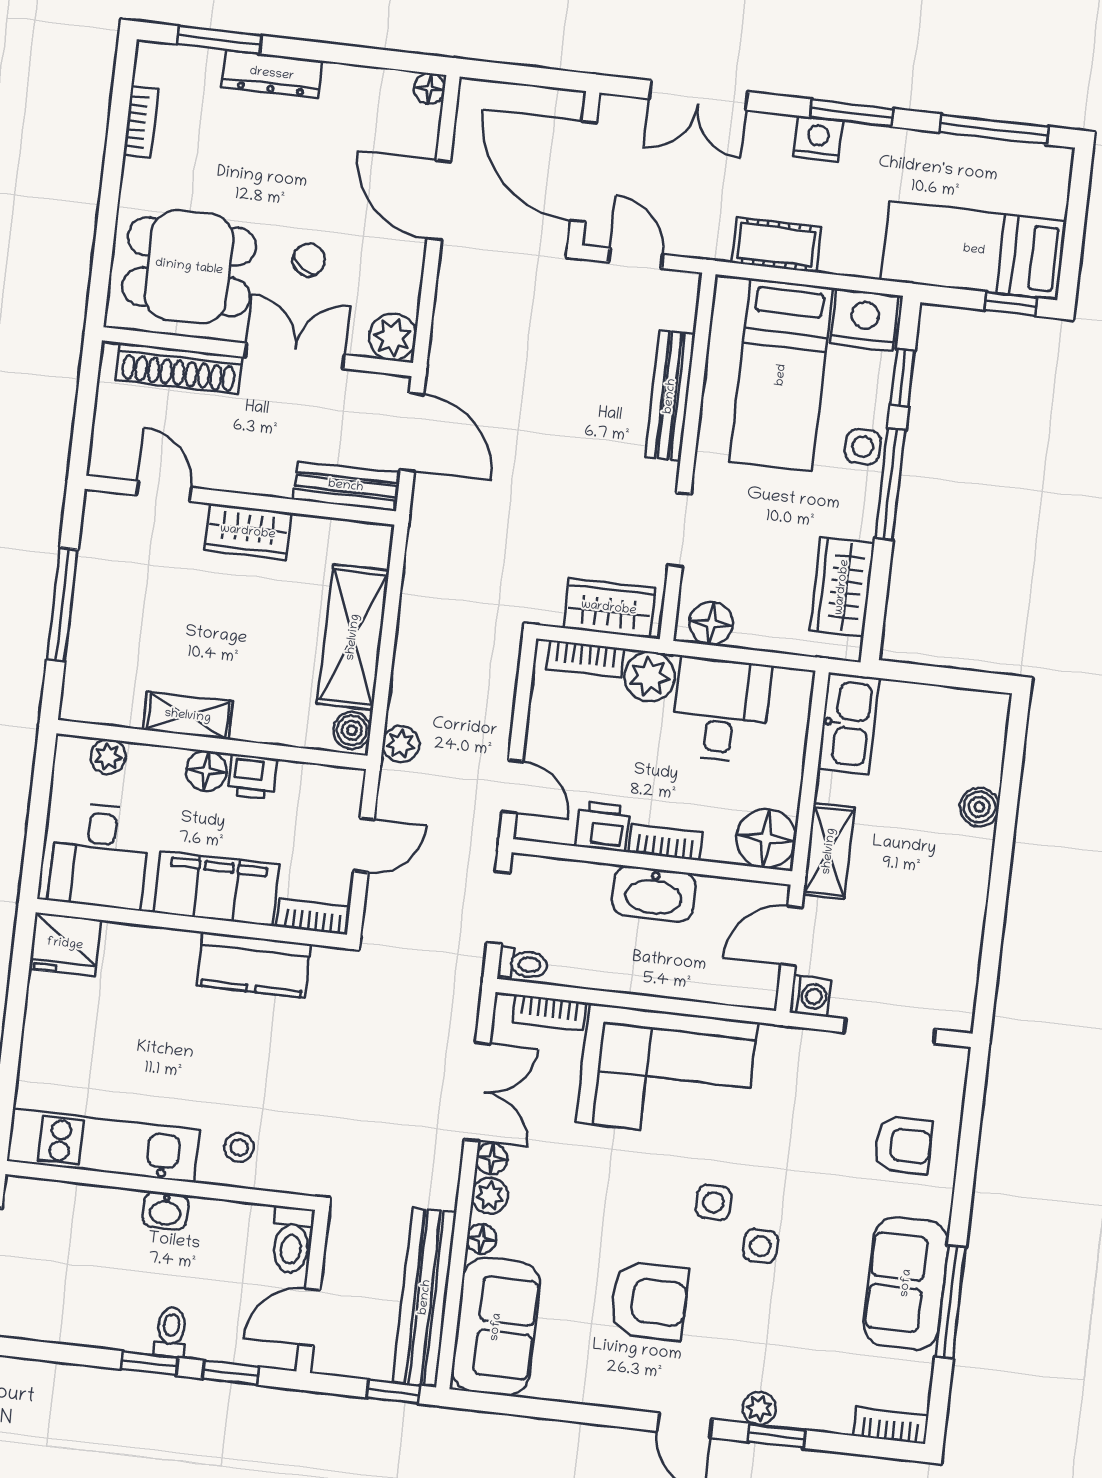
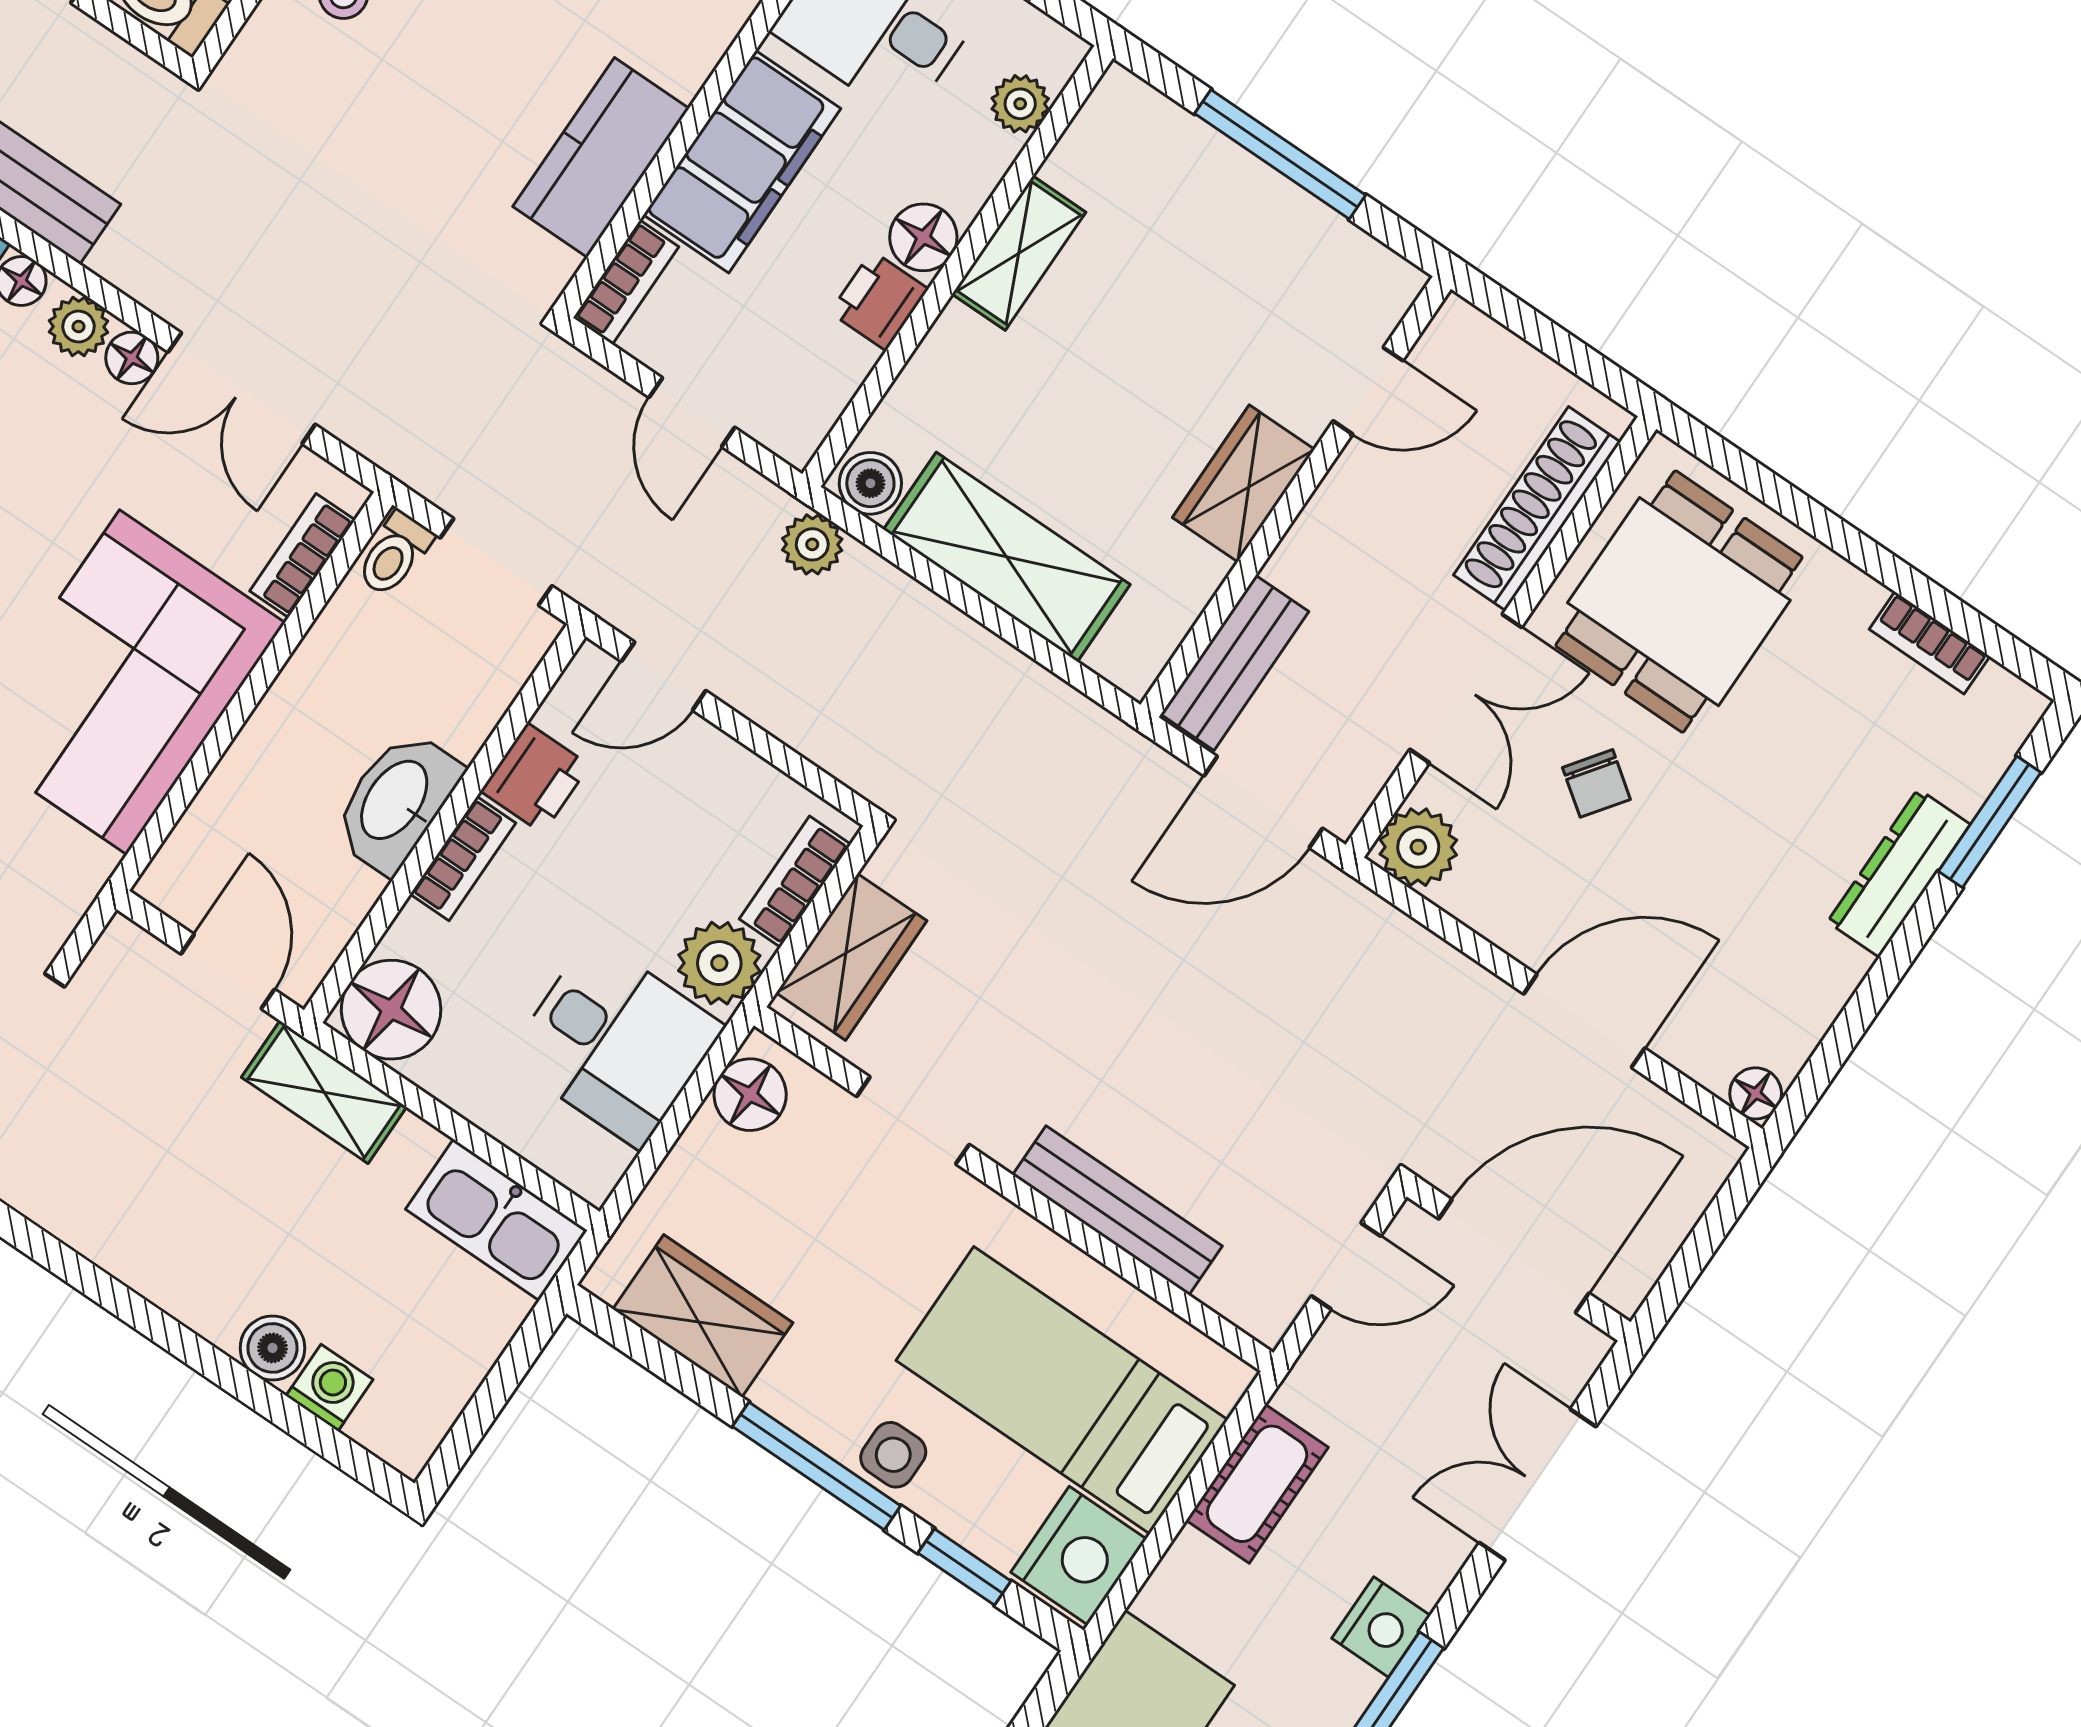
washing machine: (810, 996) -> (329, 1388), moved, turned 180

